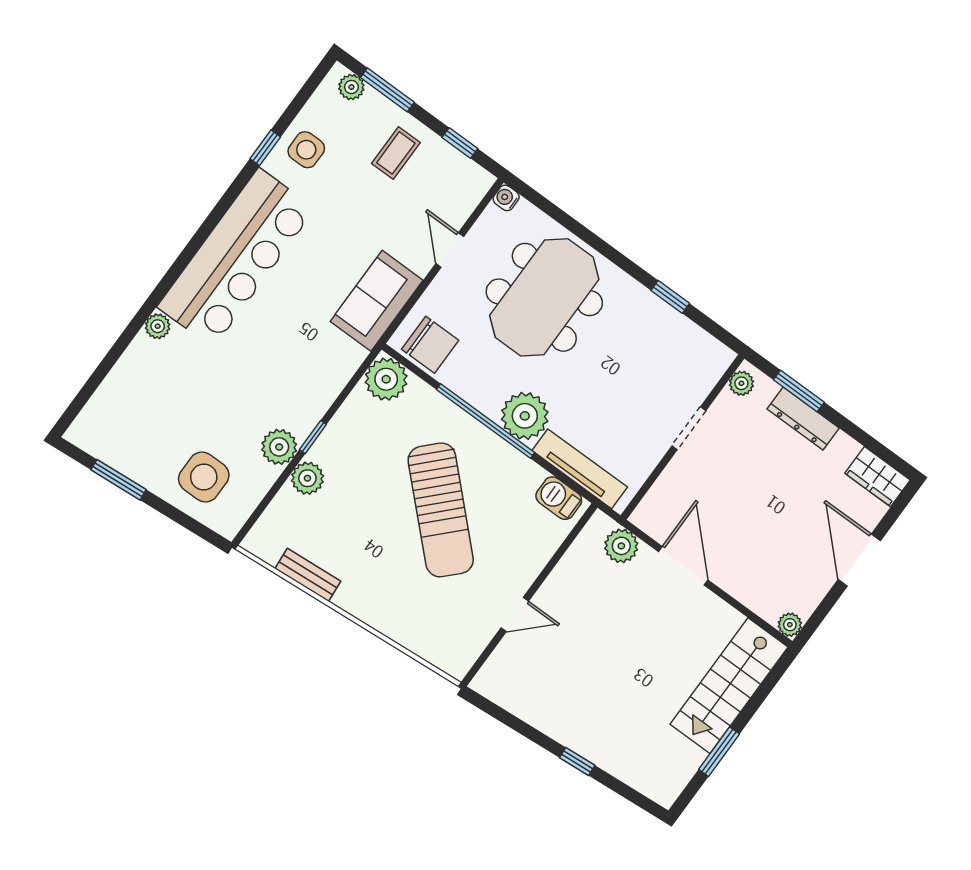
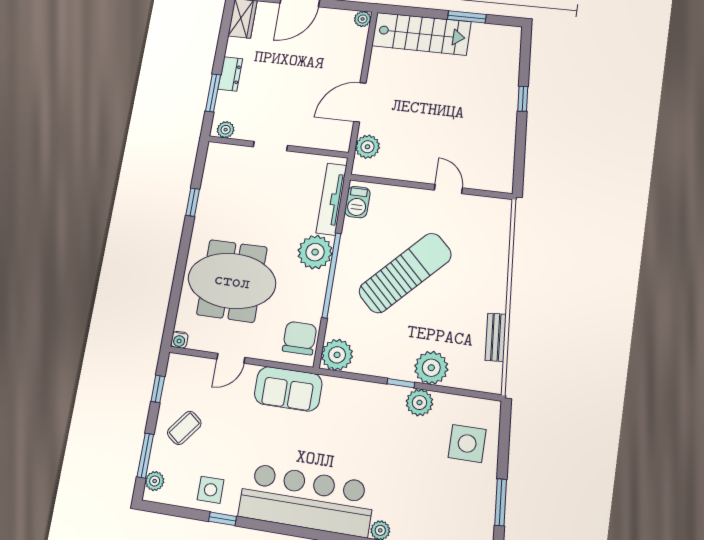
coffee table: (396, 153) -> (184, 428), turned -52
dresser: (803, 419) -> (230, 74), width x0.70
plant: (307, 478) -> (431, 368), width x1.36, depth x1.36

